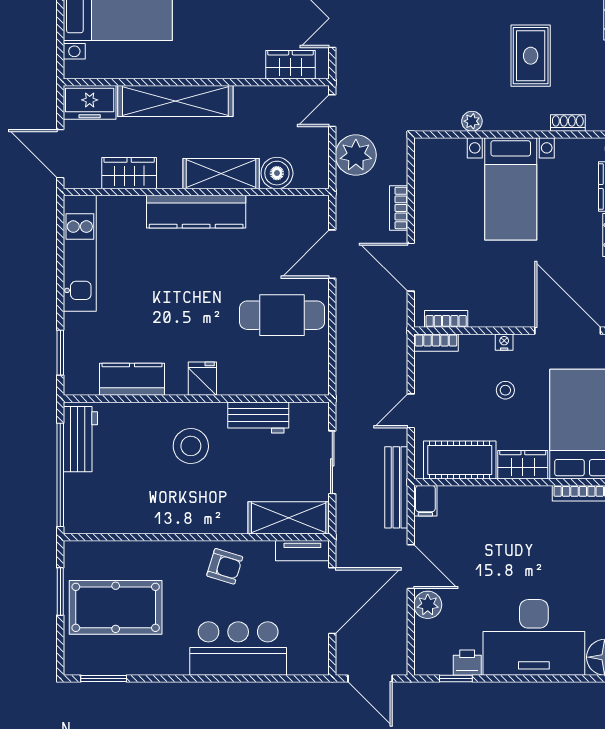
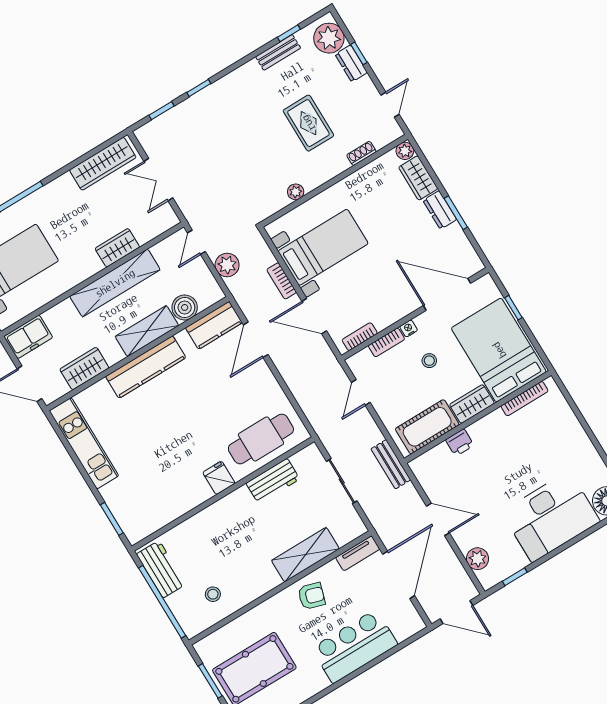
wardrobe: (291, 65) -> (117, 248), moved
shelving: (175, 101) -> (115, 283), moved
plant: (356, 155) -> (227, 265), width x0.73, depth x0.73
bed with nightstands: (511, 189) -> (323, 247), moved, turned -90
cafe table: (282, 315) -> (261, 439), moved
bookcase: (436, 343) -> (386, 342), moved
kitchen counter: (132, 379) -> (214, 325), moved, turned 180
door: (411, 411) -> (361, 392), moved
stool: (191, 446) -> (213, 594), moved, width x0.53, depth x0.53
bench: (396, 487) -> (391, 464), width x0.73
filing cabinet: (425, 501) -> (421, 469), removed
shelving: (289, 518) -> (305, 555), moved
plant: (428, 605) -> (478, 559), moved
printer: (467, 663) -> (460, 442), moved, turned 180

